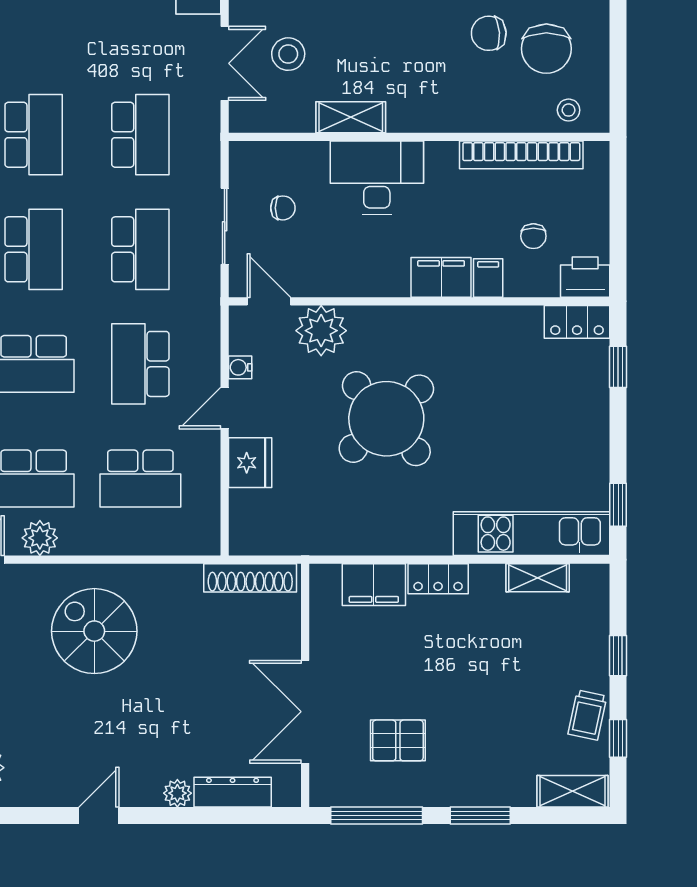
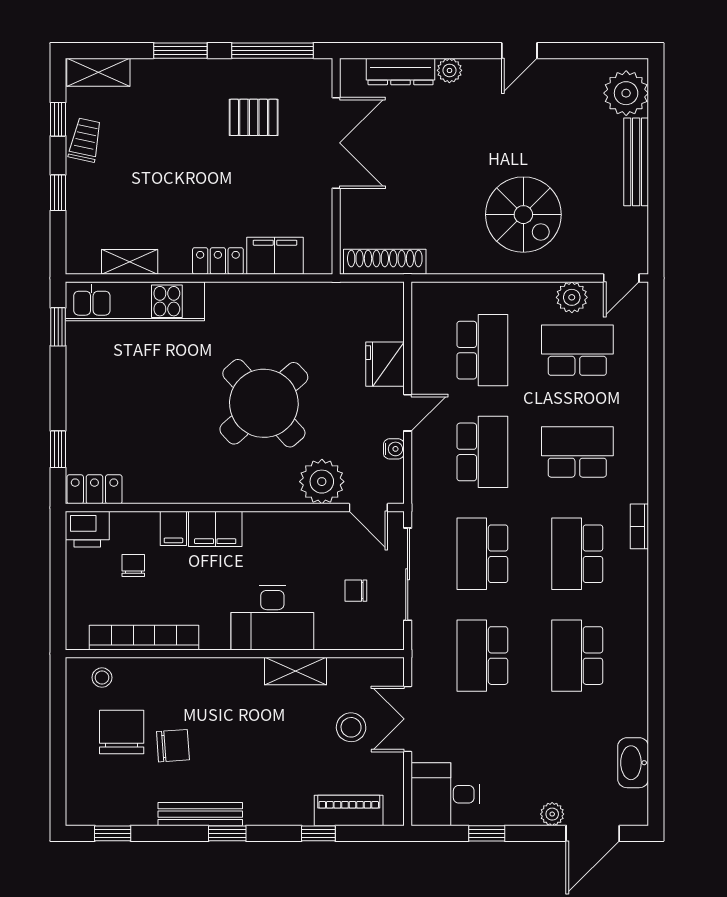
sliding door: (225, 226) -> (408, 574), width x1.37
school desk: (140, 478) -> (482, 350), turned 90

